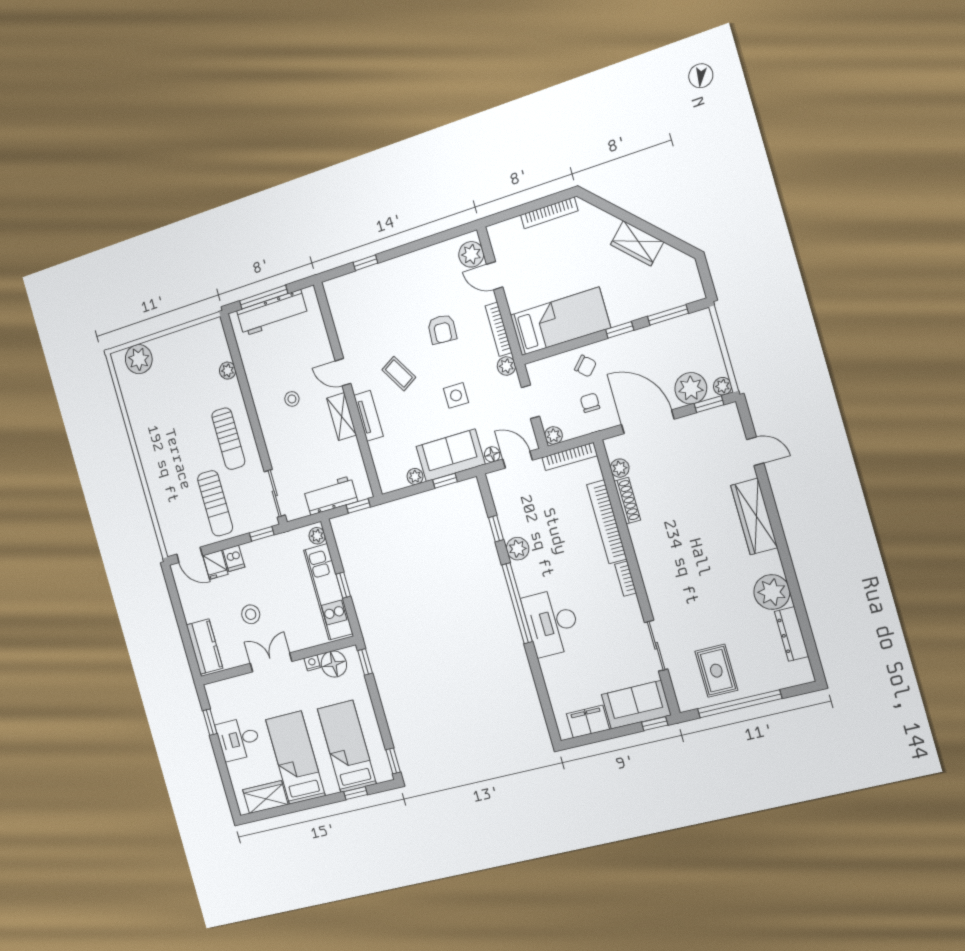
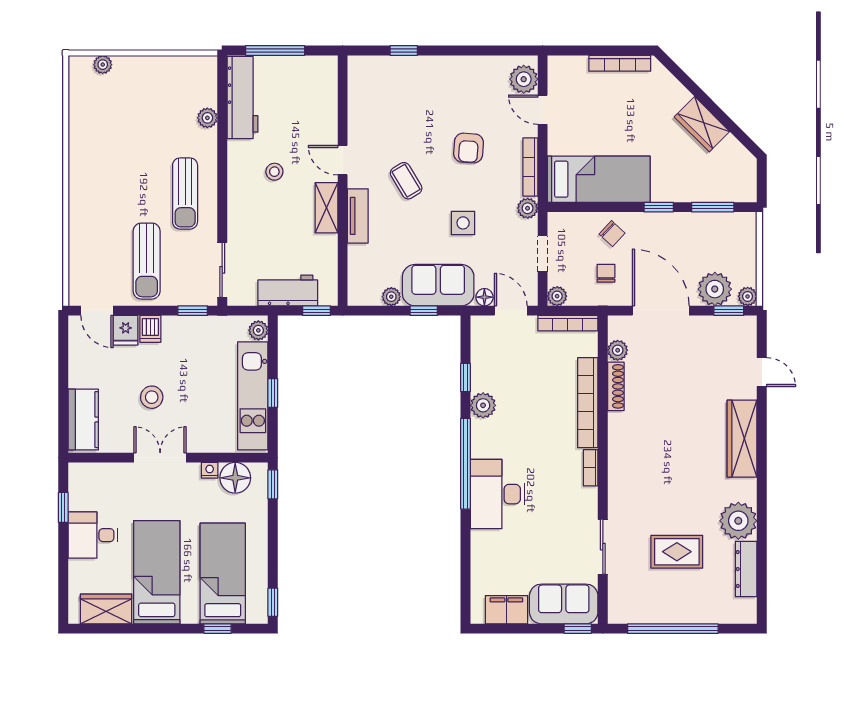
workbench: (272, 313) -> (243, 98), moved, turned -90
plant: (139, 359) -> (103, 65), width x0.53, depth x0.53
rug: (716, 671) -> (677, 552), moved, turned 90

